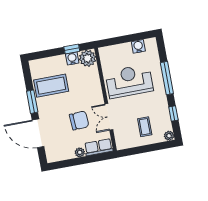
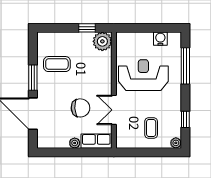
water cooler: (72, 58) -> (85, 38), removed
window: (167, 78) -> (185, 66), moved
coffee table: (51, 86) -> (57, 64), width x0.73, depth x0.76

